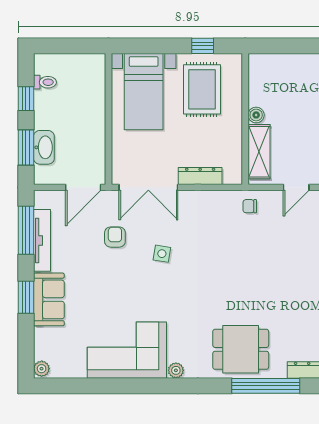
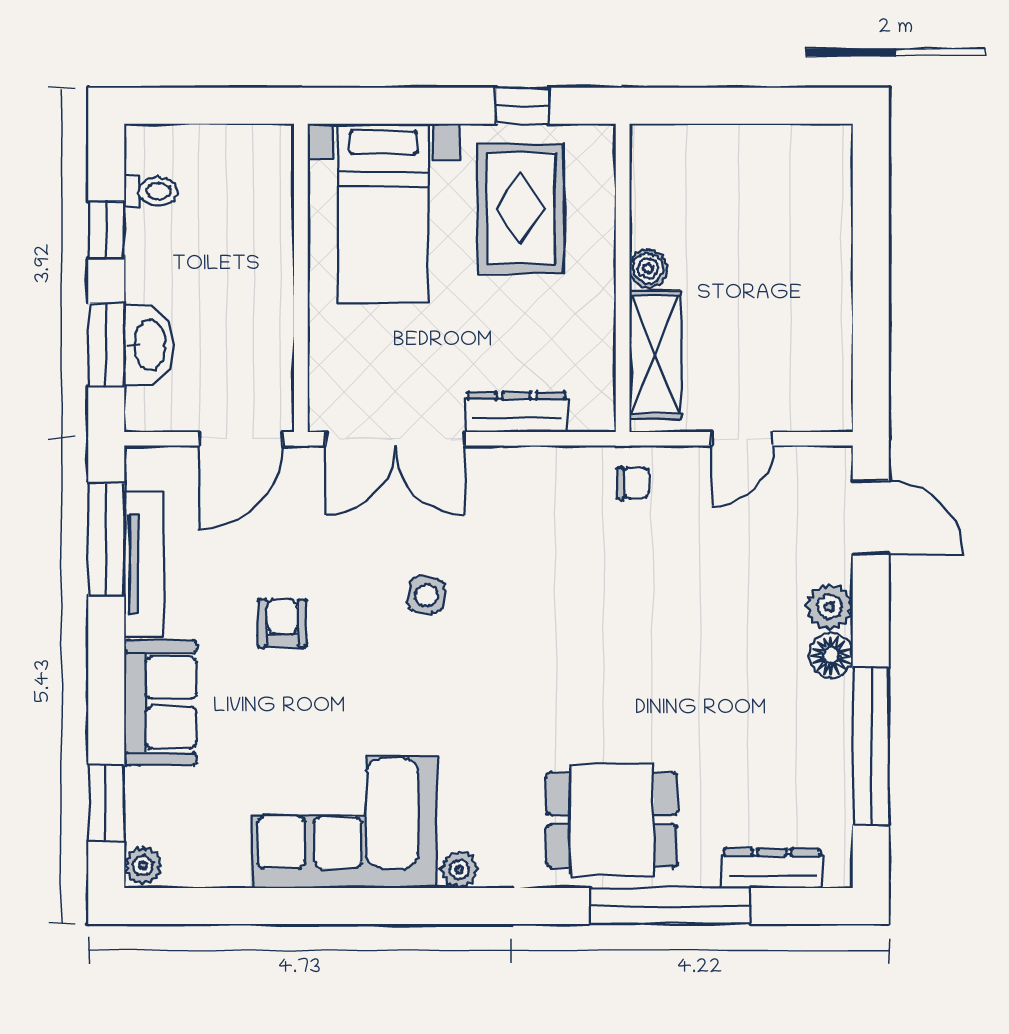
chair: (250, 206) -> (633, 483), turned 180
armchair: (115, 237) -> (282, 623), moved
window: (26, 297) -> (106, 803), moved

